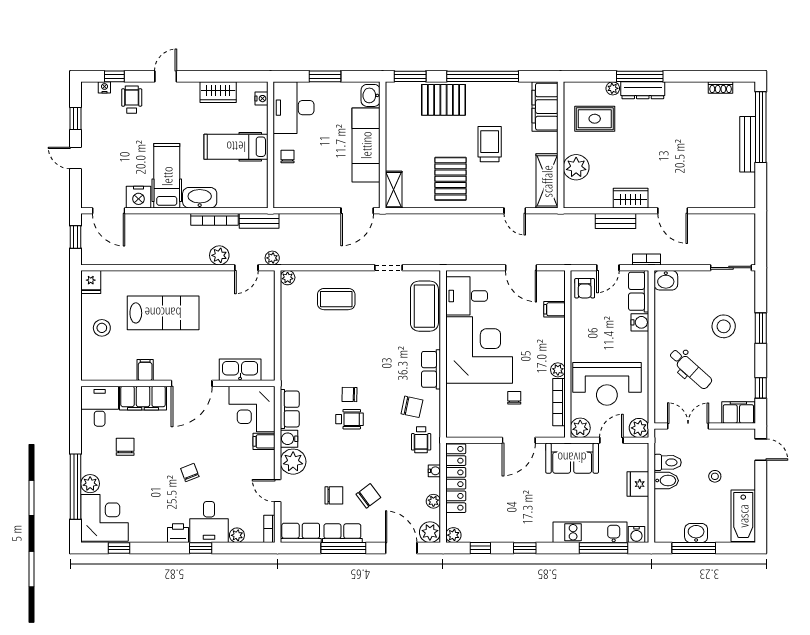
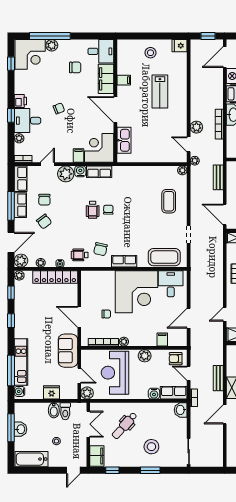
bench: (259, 221) -> (218, 177), moved
lab bench: (163, 313) -> (160, 91), width x0.73, depth x0.72
plant: (580, 428) -> (145, 356), moved

